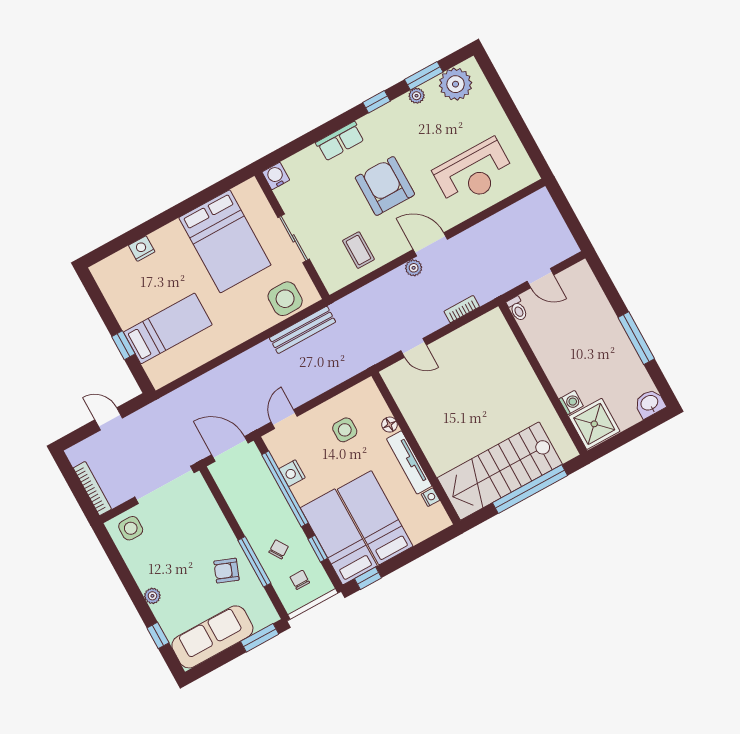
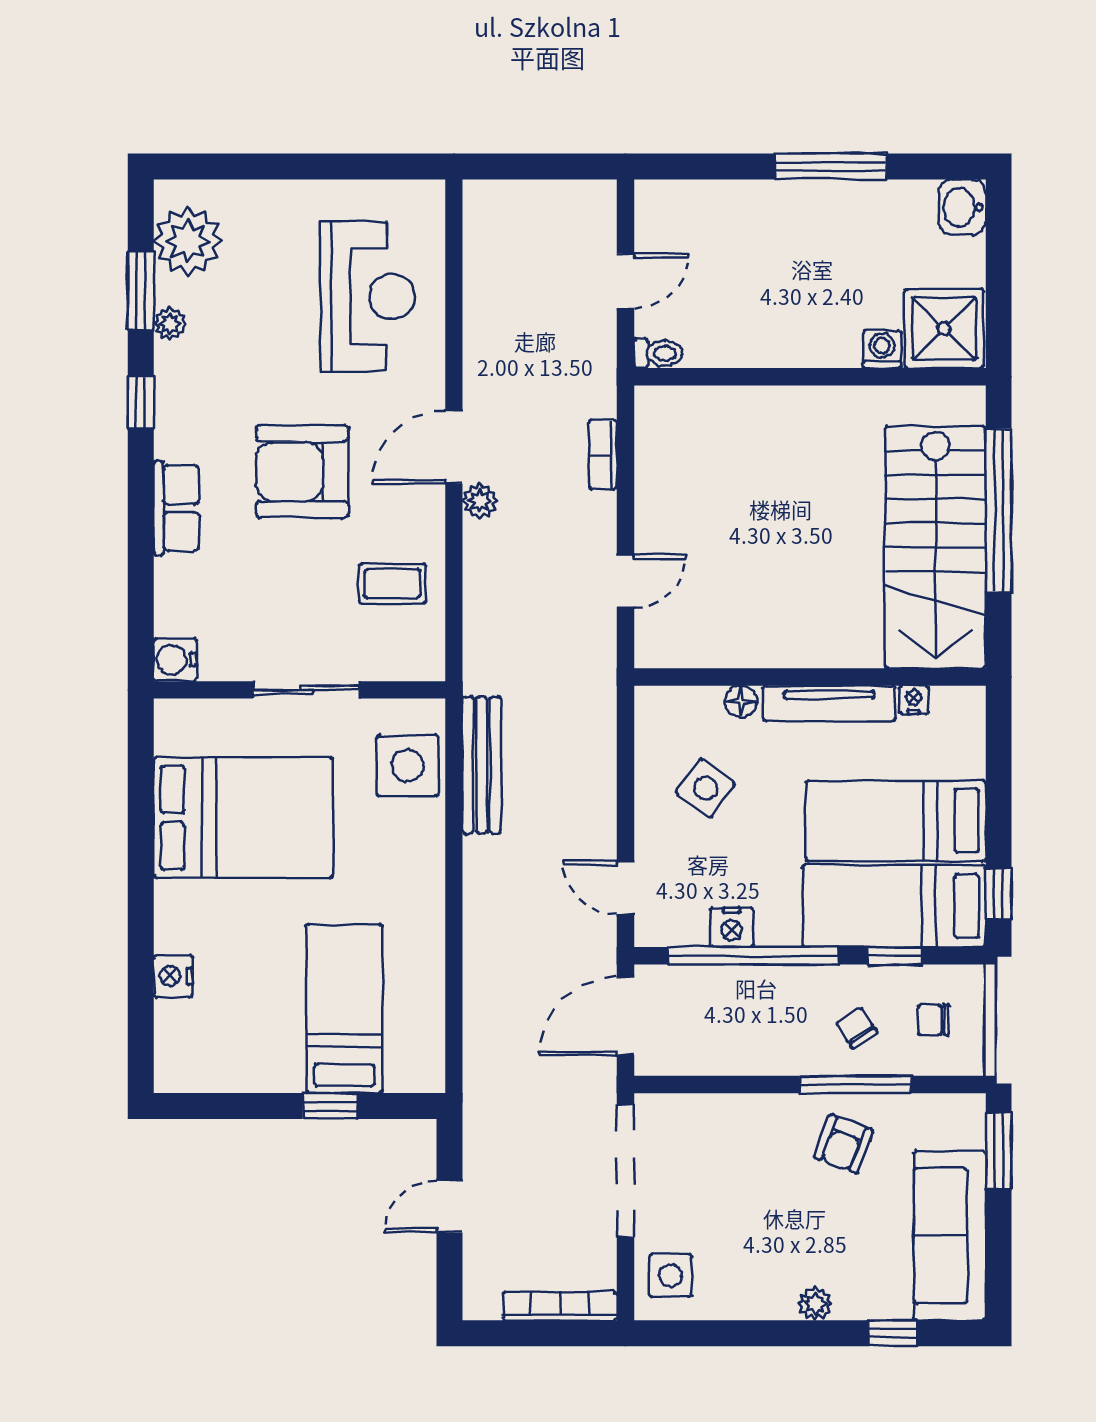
side table: (345, 430) -> (706, 788), turned 36

